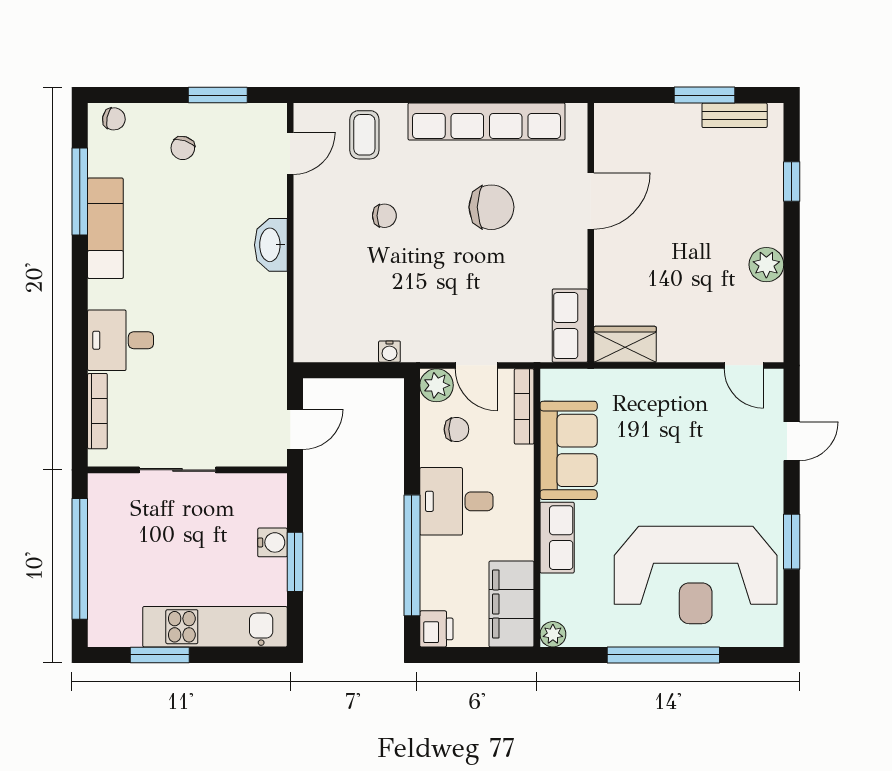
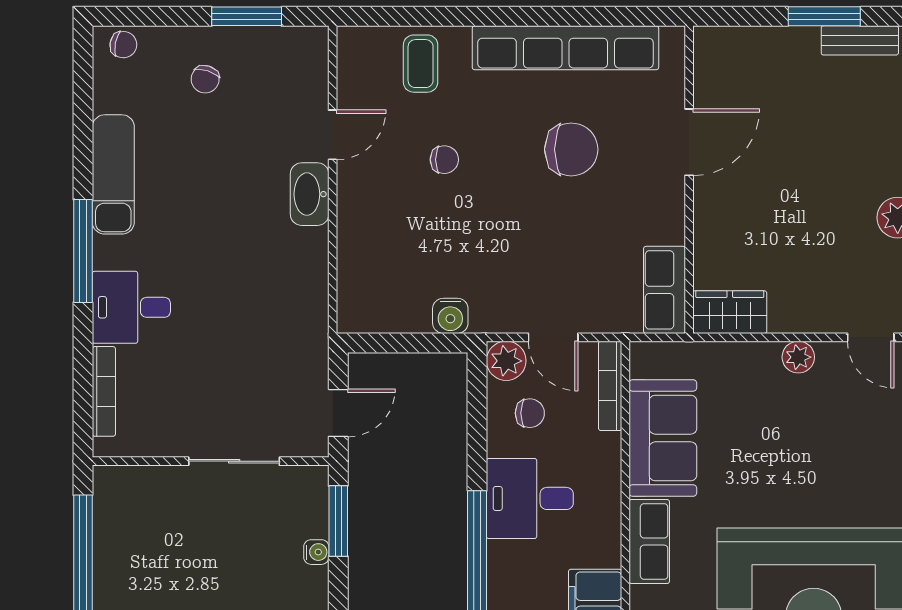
door: (290, 153) -> (333, 135), moved
window: (80, 191) -> (83, 251), moved
water cooler: (389, 352) -> (450, 316), width x1.38, depth x1.38
plant: (683, 382) -> (798, 357), added
sliding door: (177, 470) -> (234, 461), moved
water cooler: (272, 542) -> (316, 552), width x0.72, depth x0.72
window: (295, 562) -> (338, 521), moved

